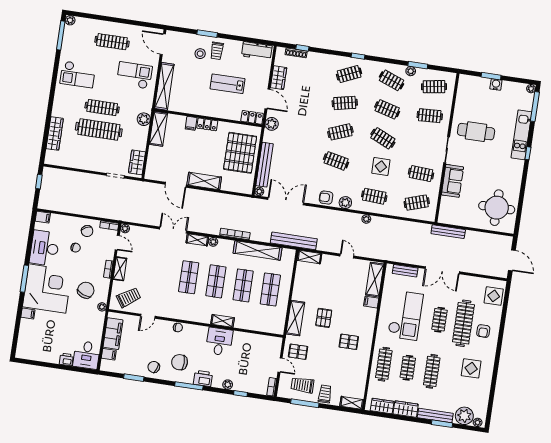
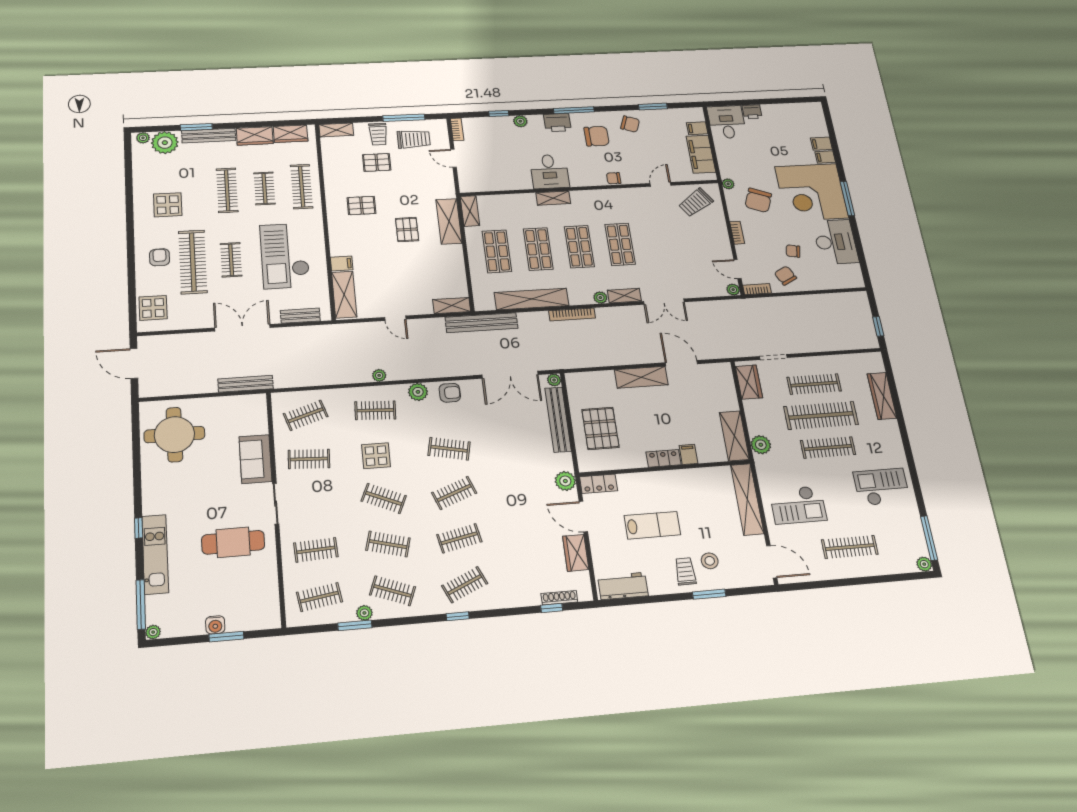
clothes rail: (96, 151) -> (814, 384), added
pallet: (240, 153) -> (600, 428), width x0.73, depth x0.71
filing cabinet: (43, 217) -> (821, 144), moved
shelving: (120, 269) -> (470, 211), moved
pallet: (298, 352) -> (377, 162), moved

